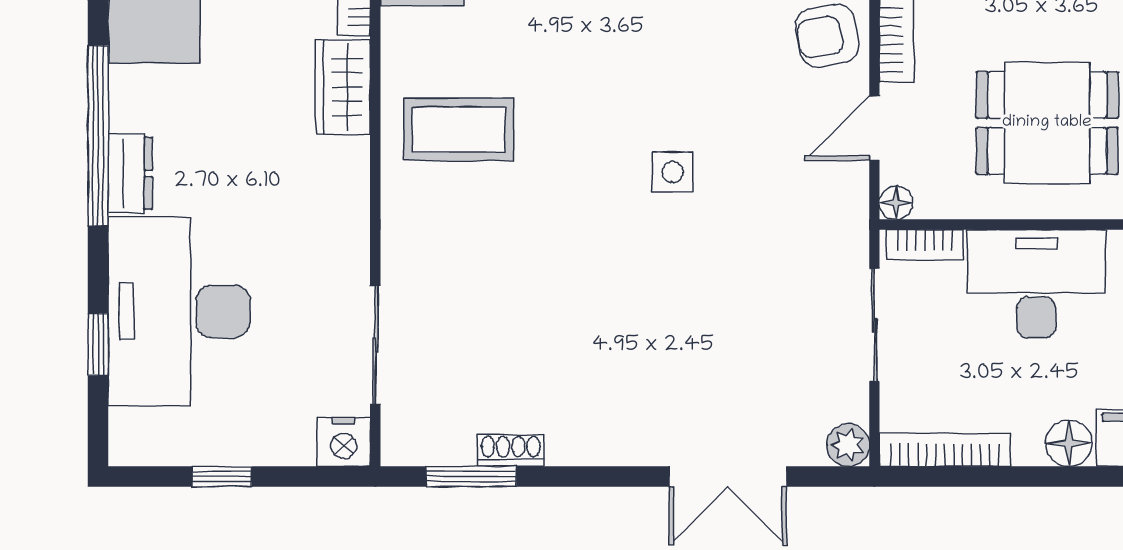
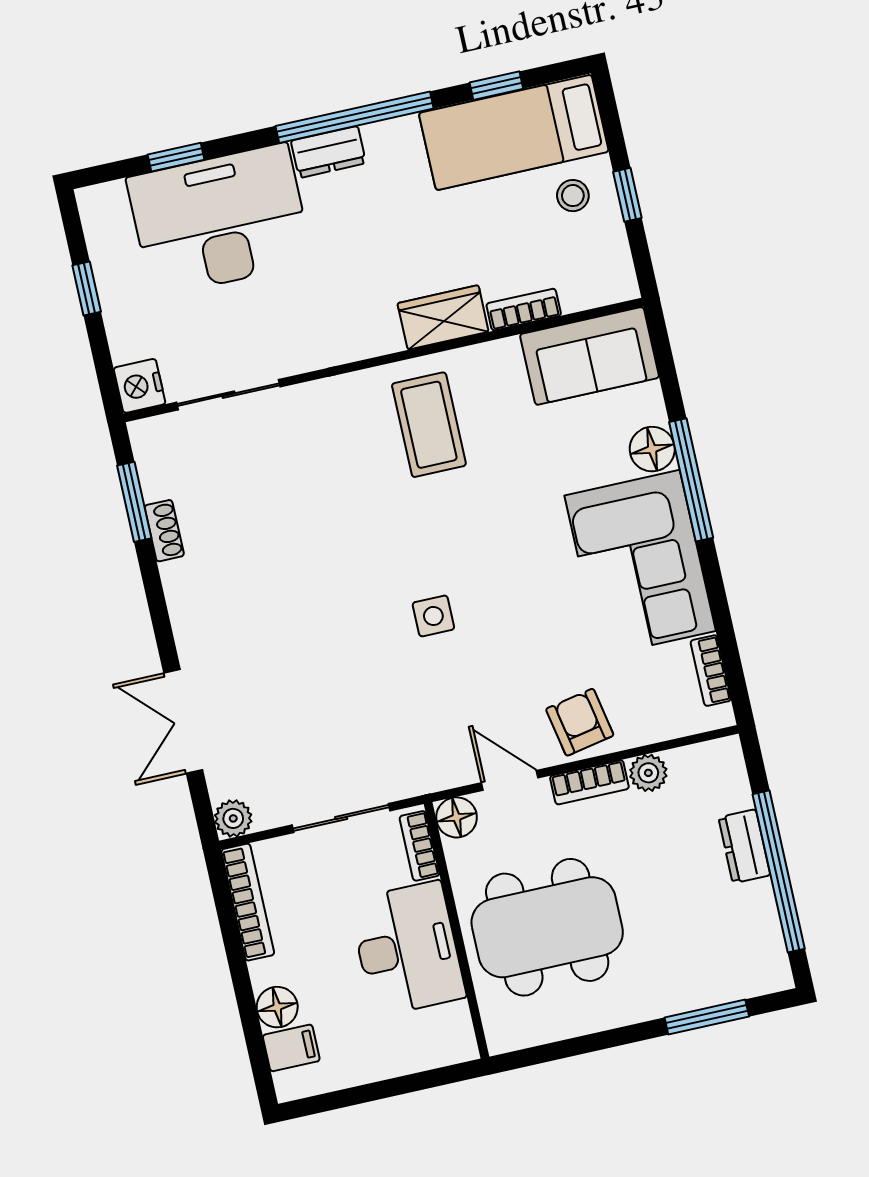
dining table: (1047, 123) -> (547, 927), width x1.38
floor lamp: (896, 203) -> (457, 817), width x1.37, depth x1.37

